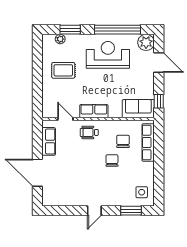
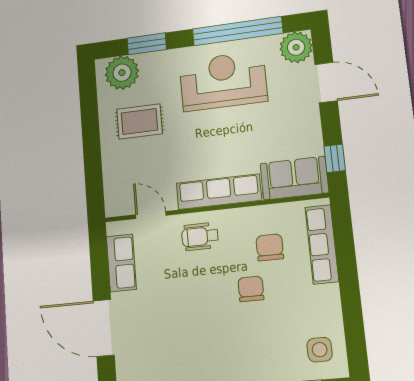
plant: (60, 39) -> (122, 73), width x1.88, depth x1.88
row of seats: (94, 111) -> (219, 192), width x1.48

